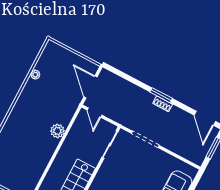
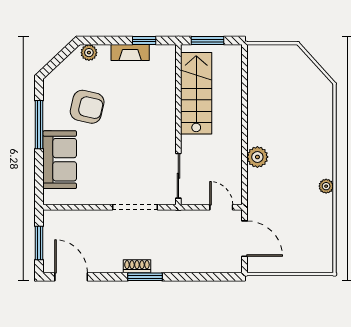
plant: (35, 75) -> (326, 186), moved

